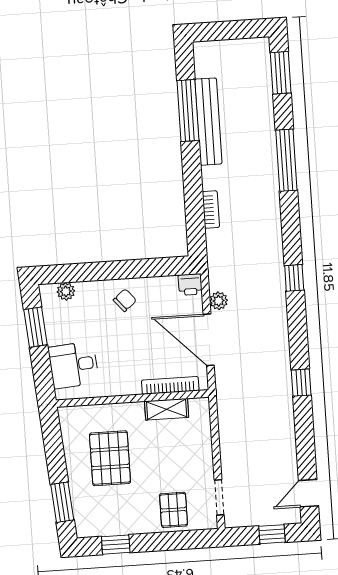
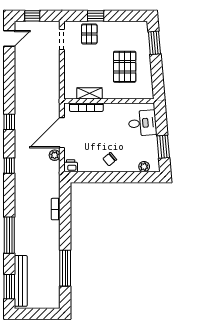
bench: (208, 122) -> (21, 281), moved
door: (209, 340) -> (62, 133), swing flipped
window: (301, 383) -> (9, 122), moved
window: (116, 545) -> (96, 16), moved

